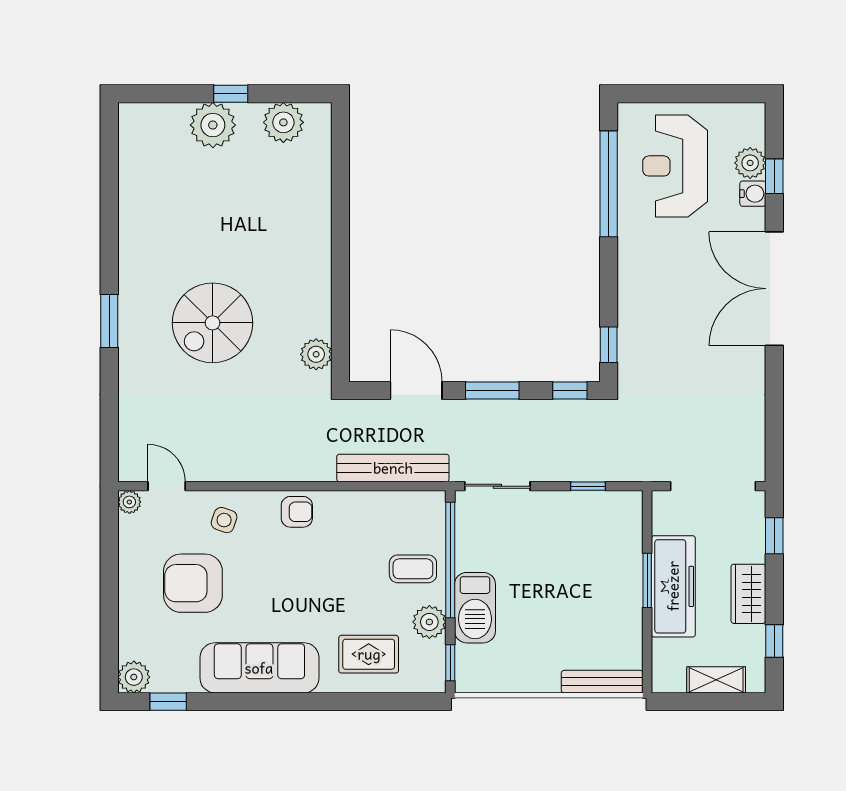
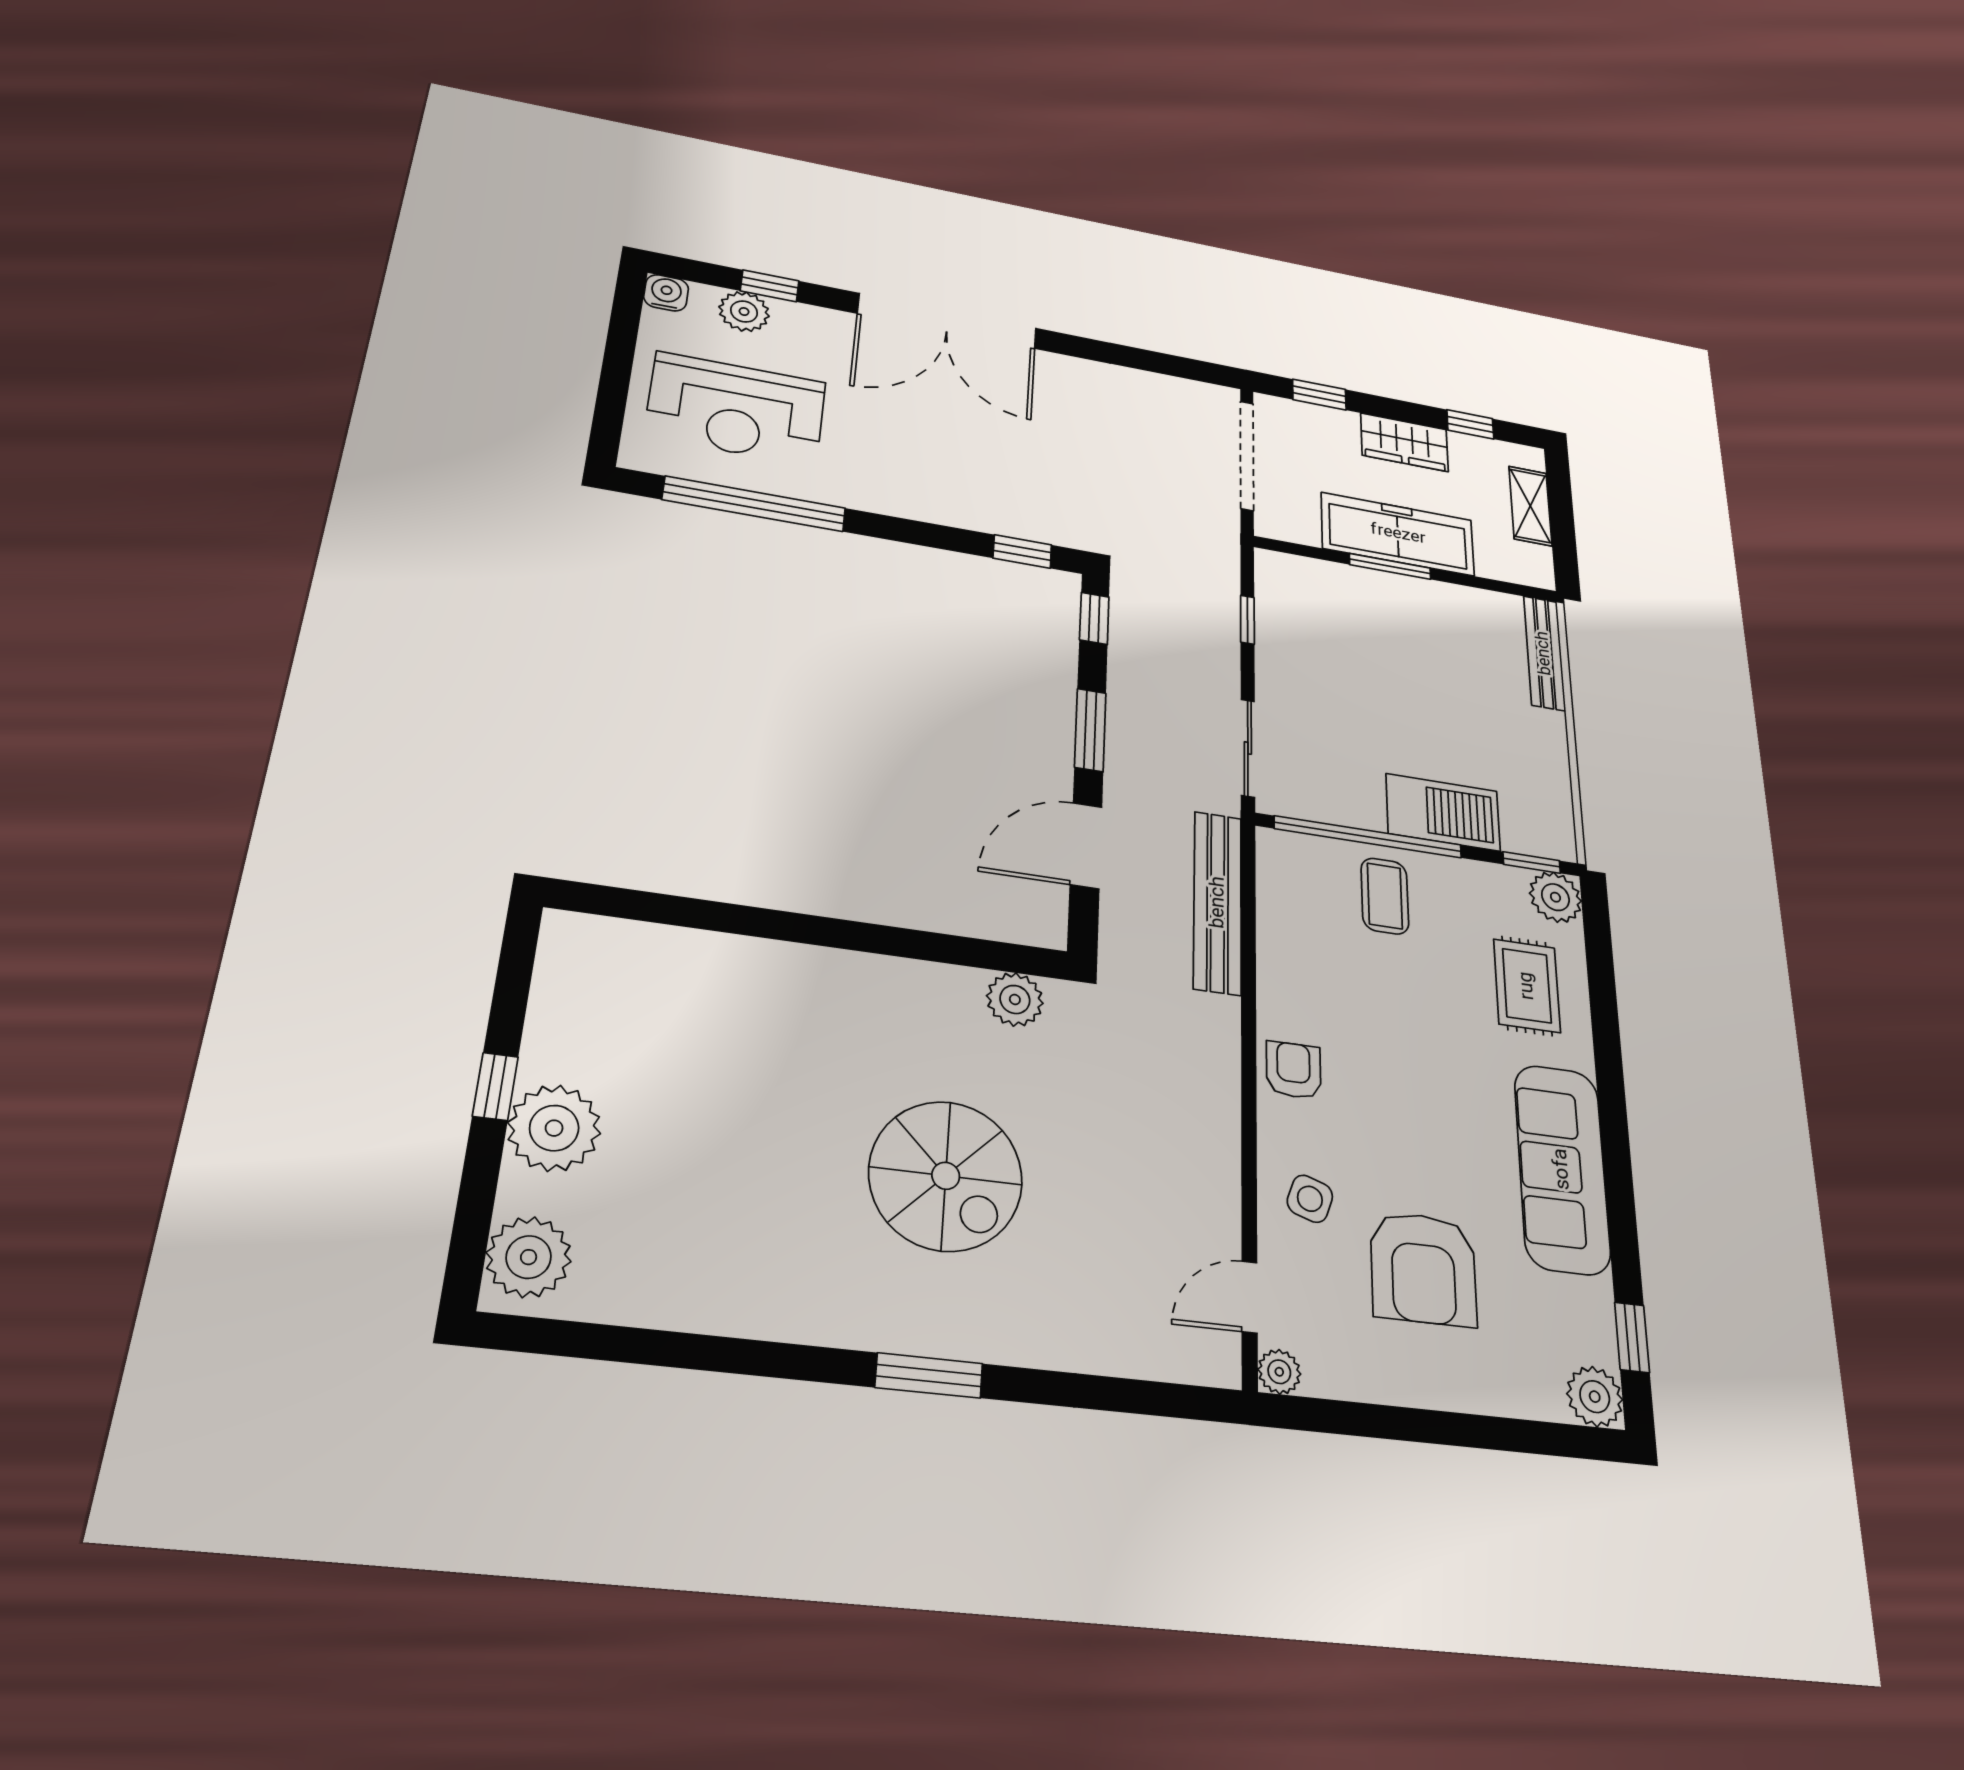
plant: (283, 122) -> (529, 1257), moved
water cooler: (753, 194) -> (666, 293), moved
plant: (429, 622) -> (1555, 897), moved

